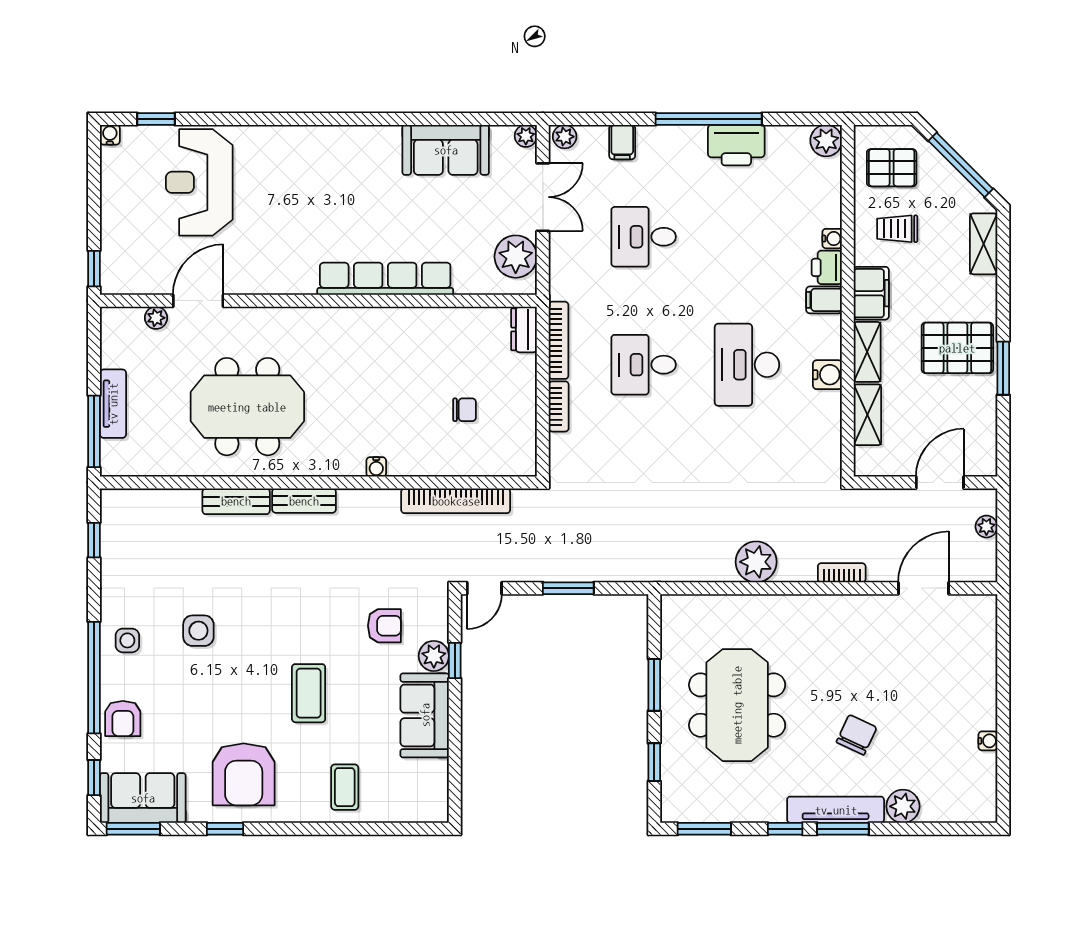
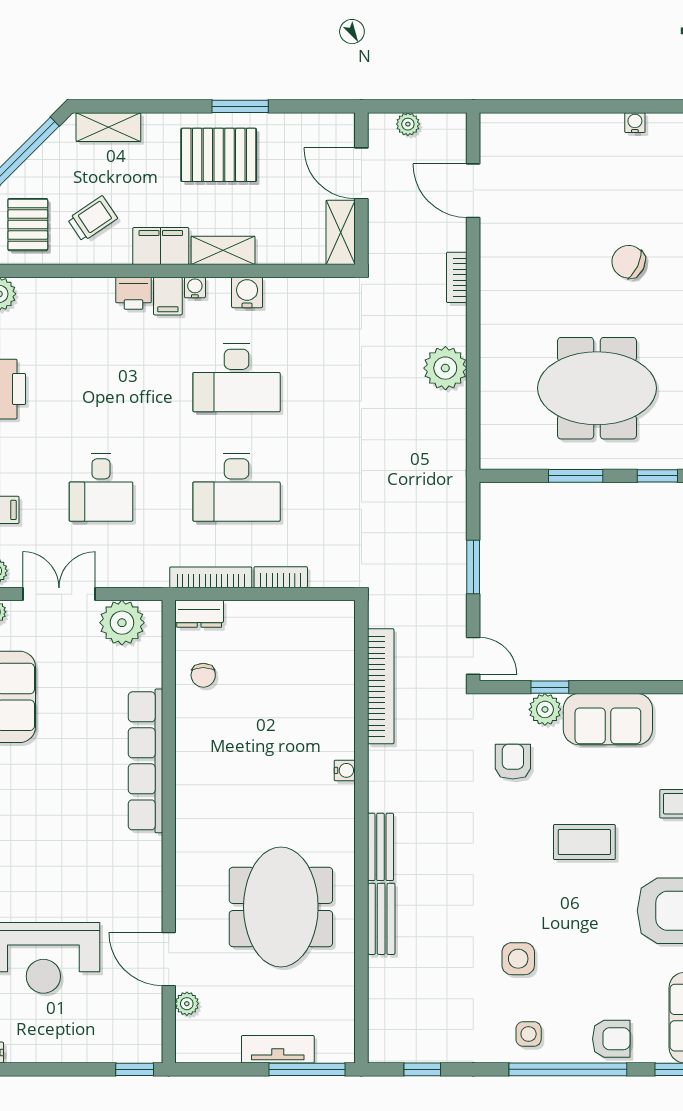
trolley: (897, 229) -> (92, 219), turned -124
water cooler: (832, 239) -> (195, 288), moved
pallet: (957, 348) -> (219, 155), turned 90
desk: (644, 365) -> (237, 487), width x1.37
chair: (465, 410) -> (203, 675), moved, turned 180
shelving: (867, 415) -> (341, 232), moved, turned 90

